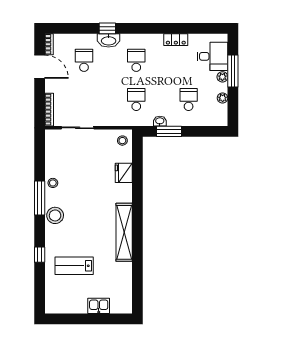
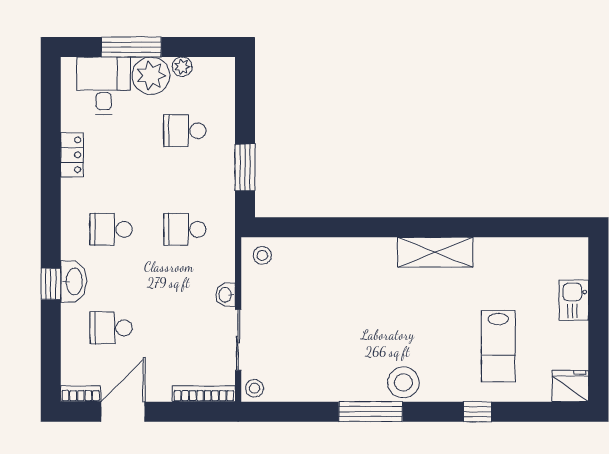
plant: (222, 77) -> (151, 76), width x1.88, depth x1.88
washbasin: (160, 121) -> (226, 295), moved
fridge: (124, 173) -> (570, 386), moved, turned 180
stool: (53, 183) -> (254, 388), moved
shelving: (124, 232) -> (435, 252), width x0.68

